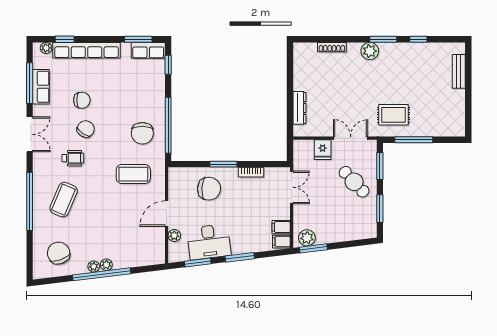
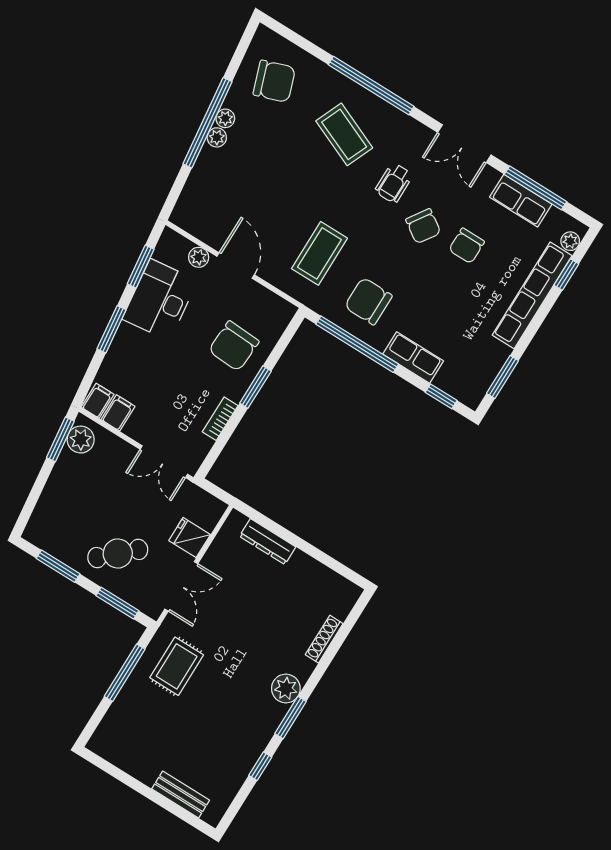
row of seats: (148, 50) -> (413, 358), moved, turned 90

